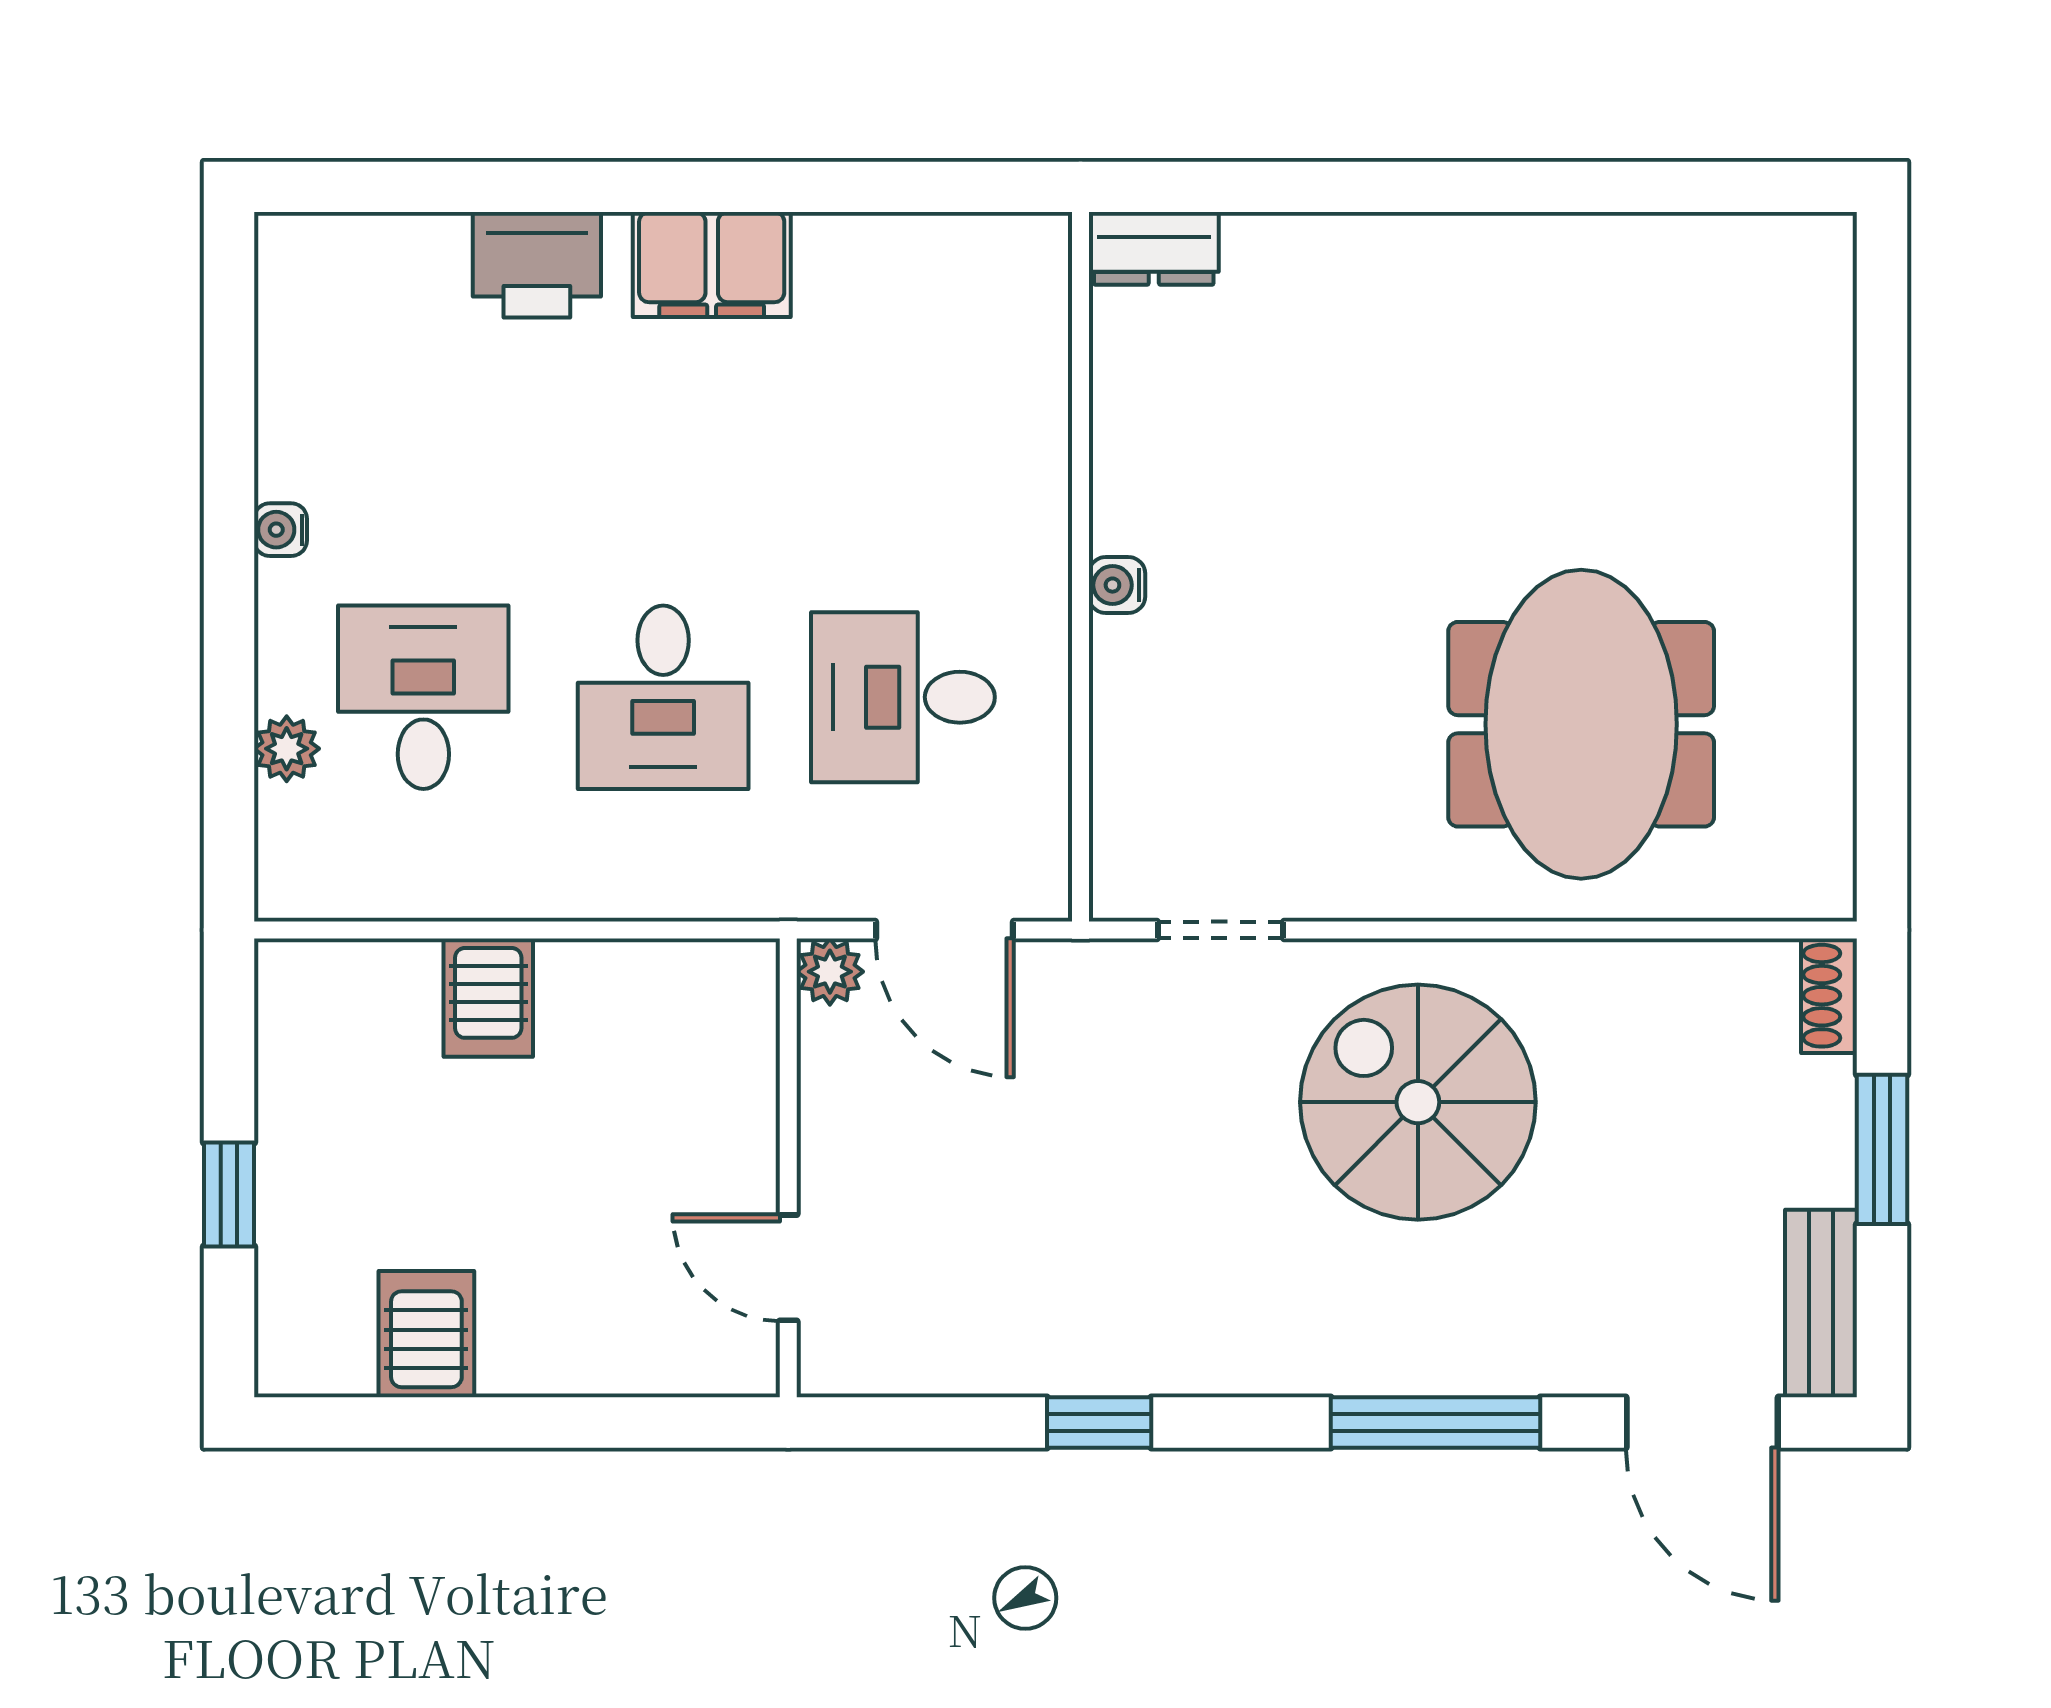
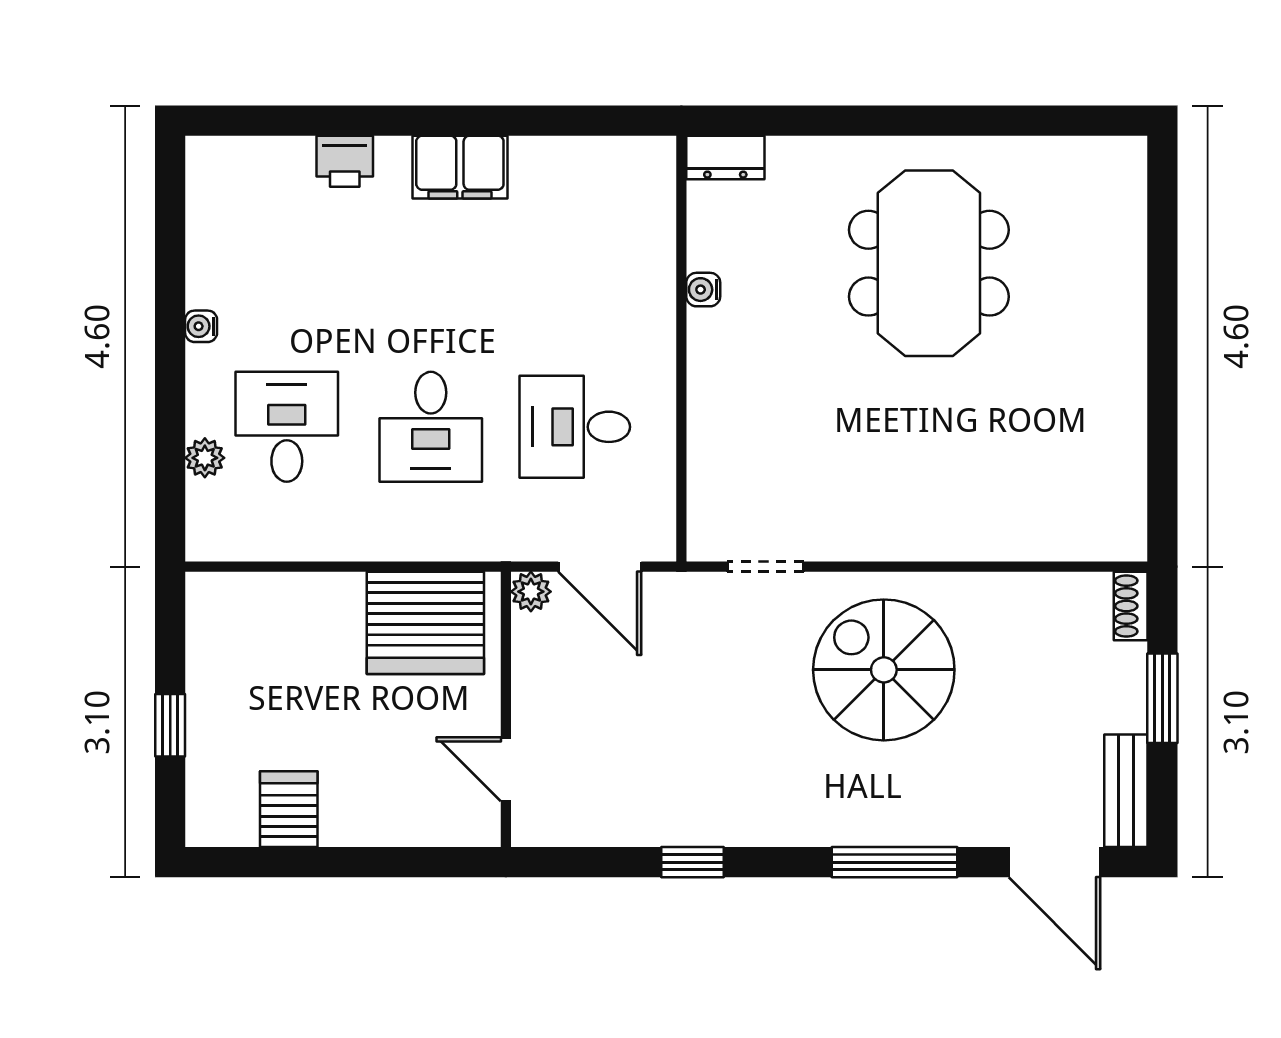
printer: (537, 265) -> (345, 161), width x0.73, depth x0.81
water cooler: (1117, 585) -> (703, 290), moved
meeting table: (1581, 724) -> (929, 263), moved
server rack: (488, 998) -> (425, 623), moved, width x2.18, depth x1.44

